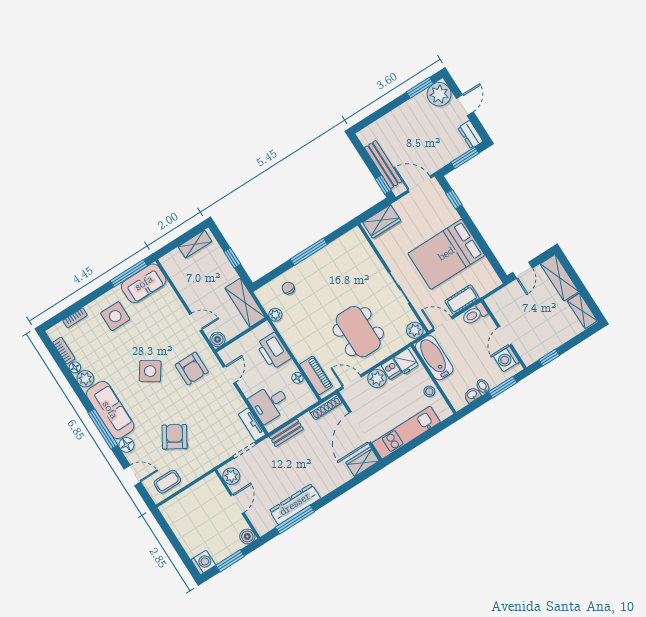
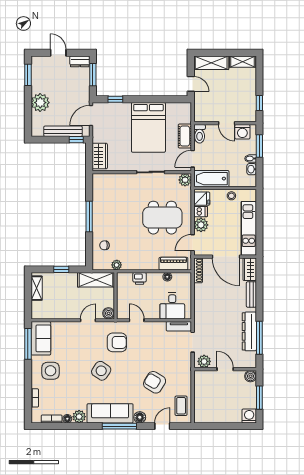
plant: (439, 94) -> (40, 103), moved
printer: (273, 351) -> (140, 278), width x0.53, depth x0.68
bench: (286, 433) -> (251, 294), moved

